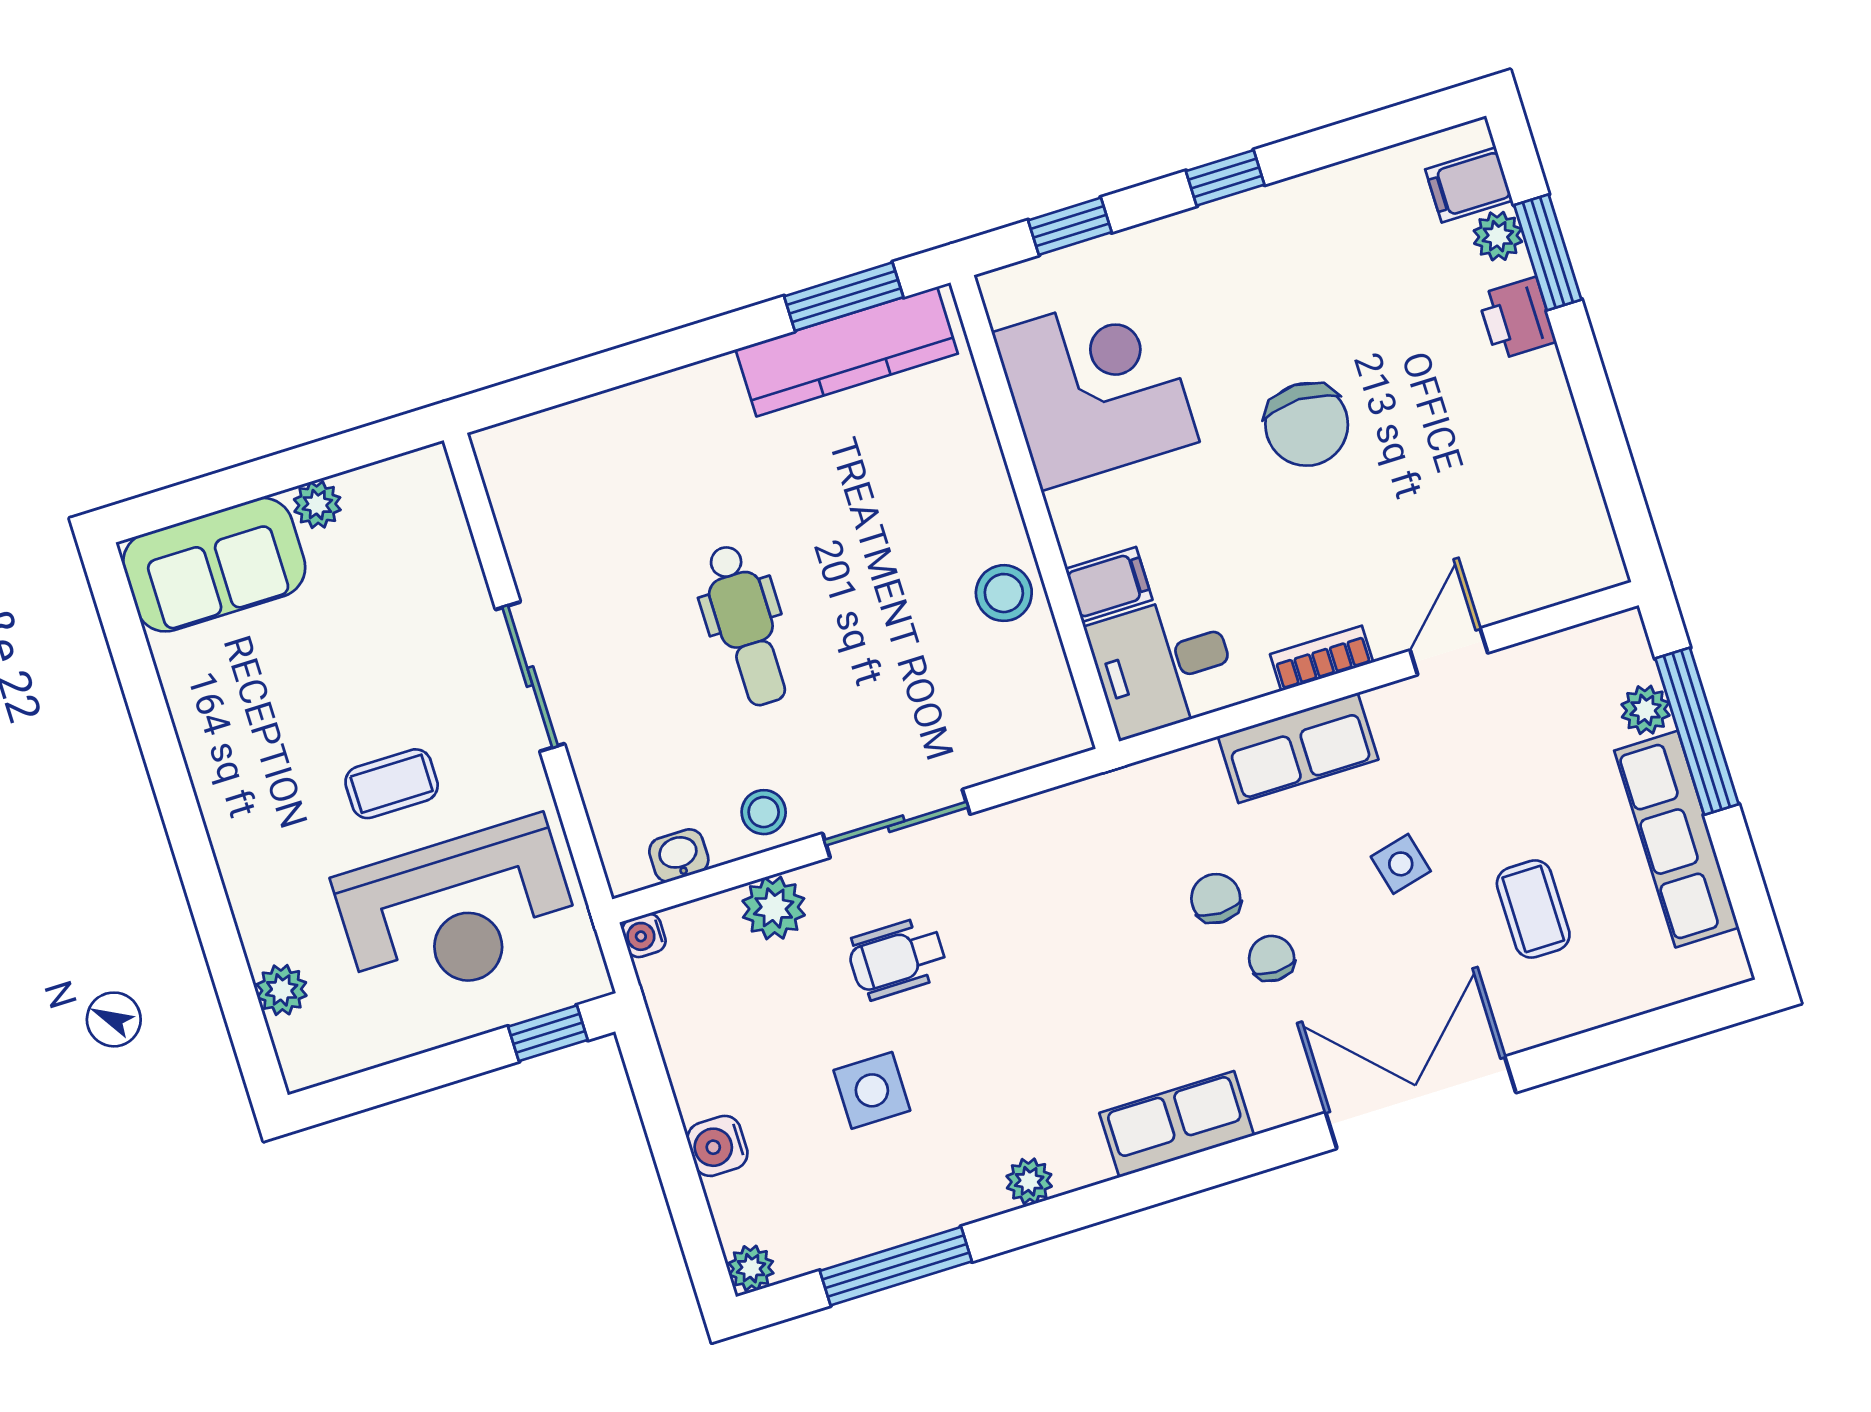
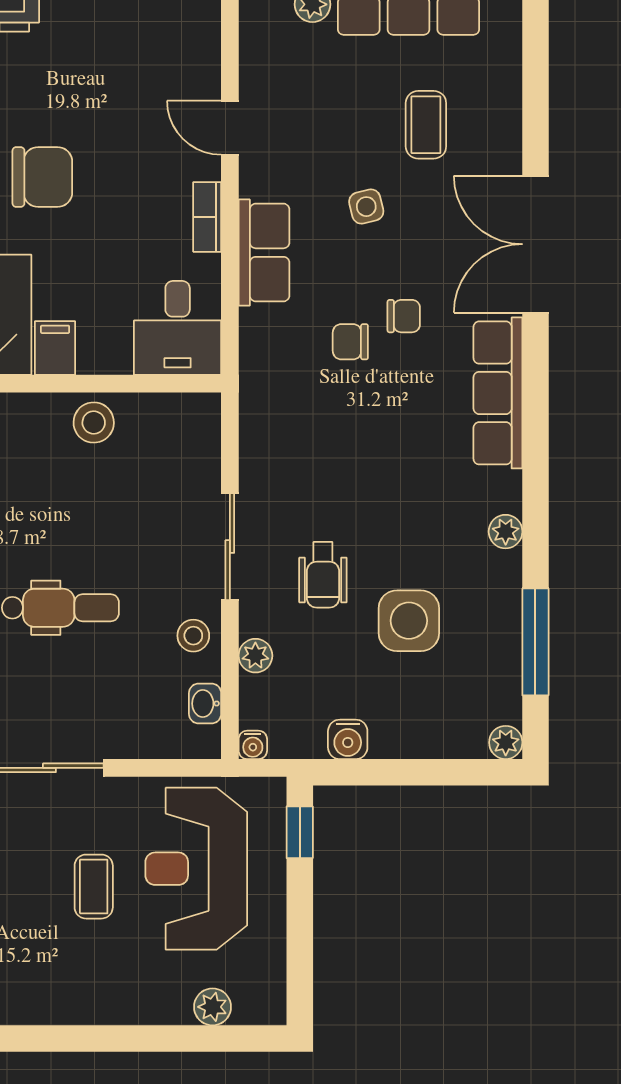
filing cabinet: (1109, 584) -> (55, 348), moved
plant: (774, 908) -> (255, 656), width x0.73, depth x0.73
coffee table: (1533, 909) -> (426, 125), turned 90
reception desk: (457, 912) -> (196, 869), turned 180
chair: (1272, 958) -> (404, 316), turned 180
side table: (872, 1090) -> (409, 621), width x1.37, depth x1.37
row of seats: (1177, 1124) -> (498, 393), width x1.48
water cooler: (717, 1146) -> (348, 739), moved

